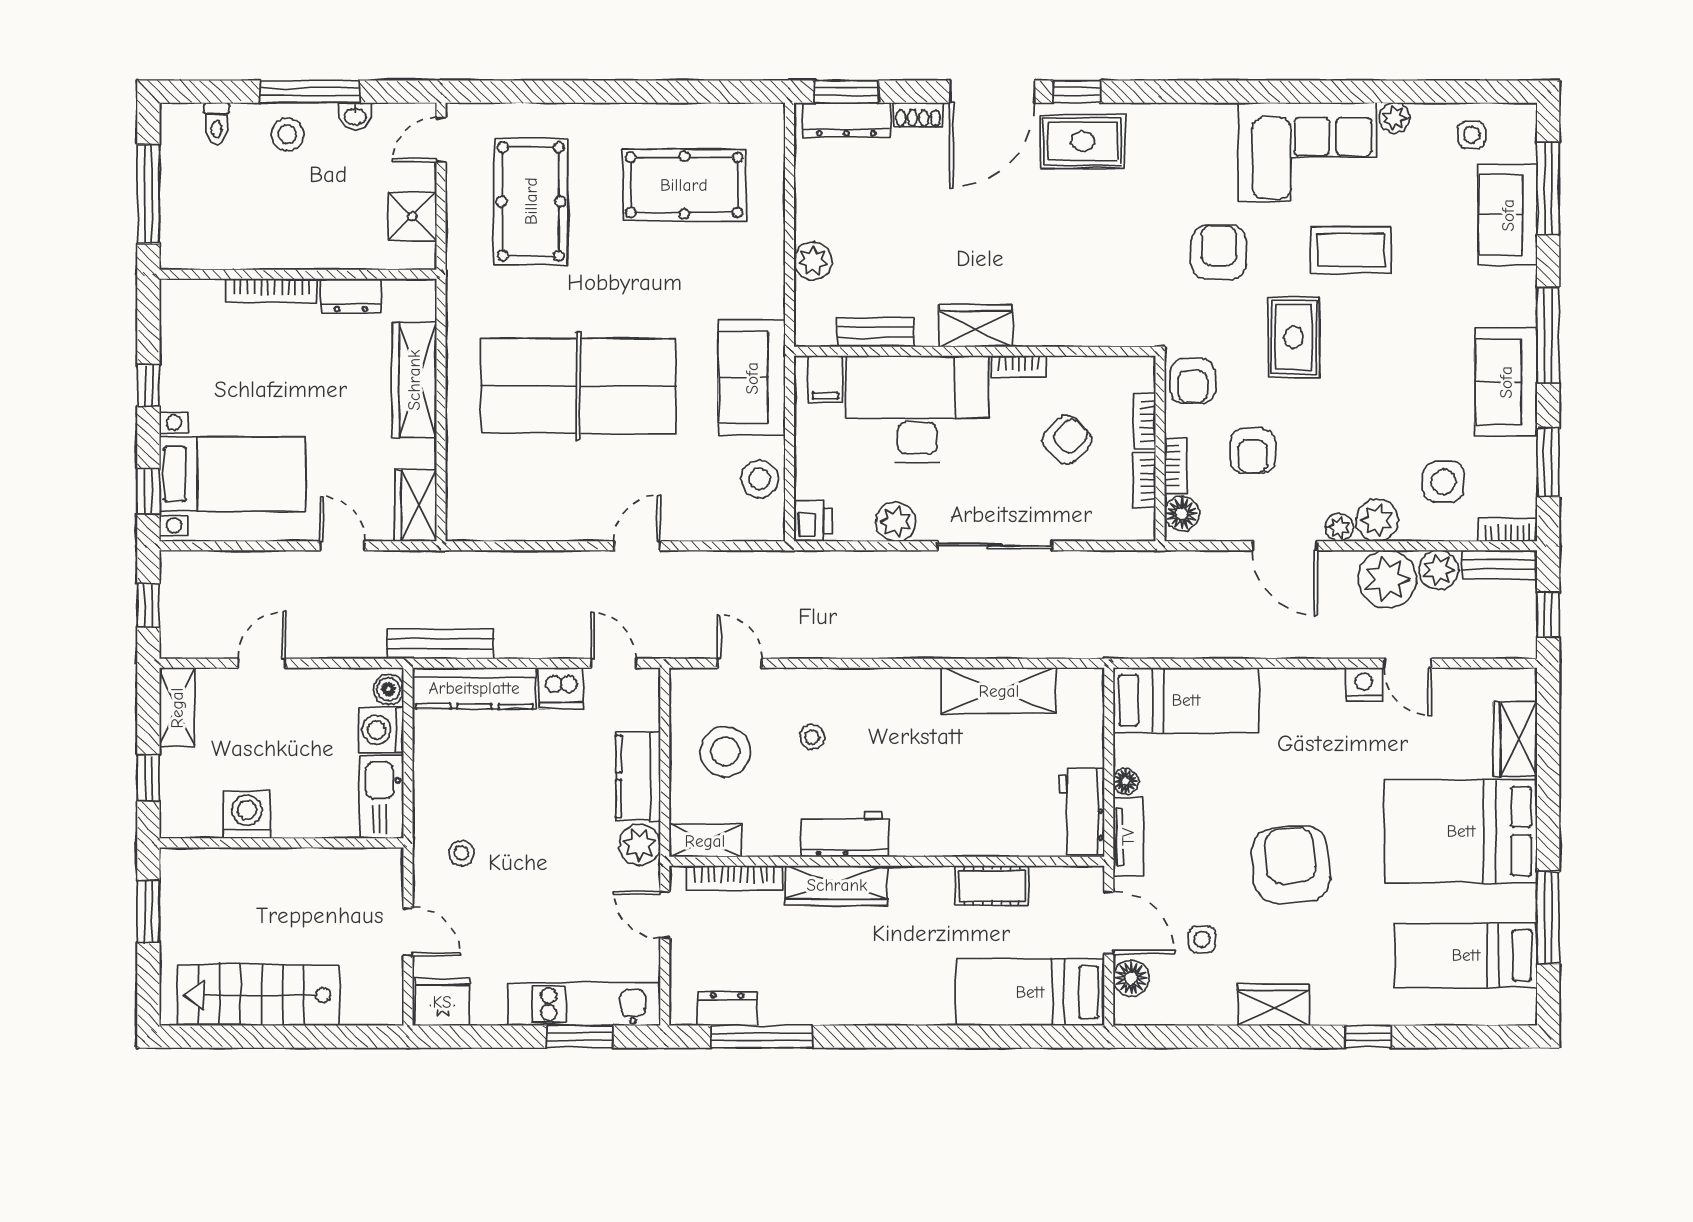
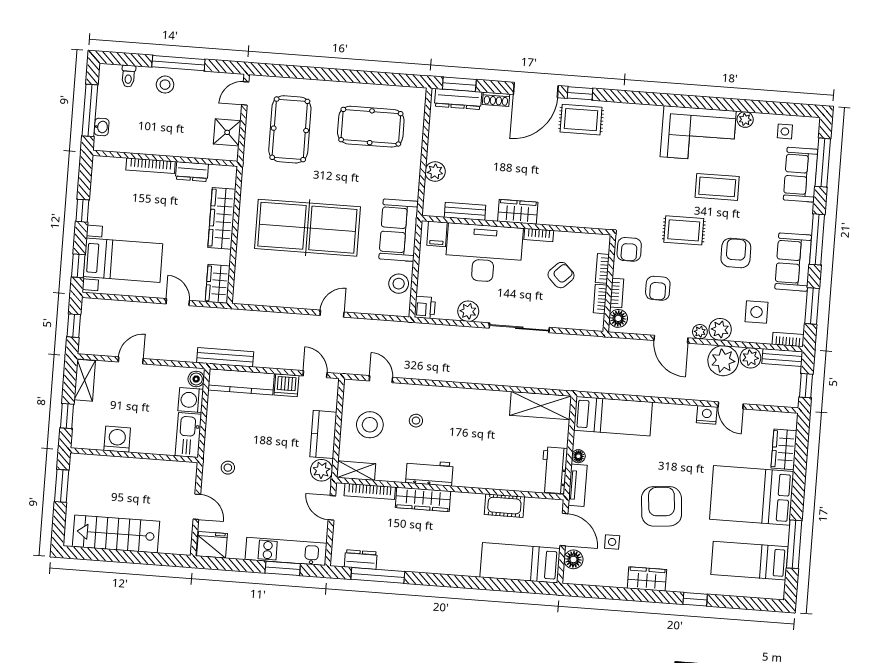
washbasin: (355, 116) -> (102, 127), moved, turned -90
armchair: (1219, 252) -> (736, 253), moved
rug: (1294, 337) -> (684, 230), turned 90
shelving: (999, 691) -> (541, 406), moved

